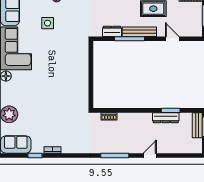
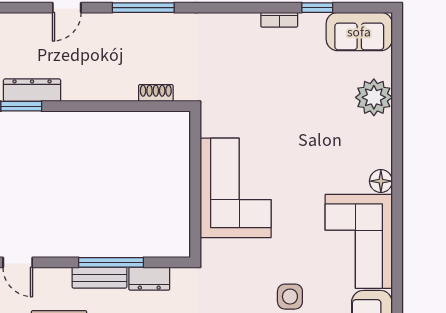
bench: (139, 32) -> (99, 278), width x0.73
corner sofa: (72, 73) -> (236, 188), added

